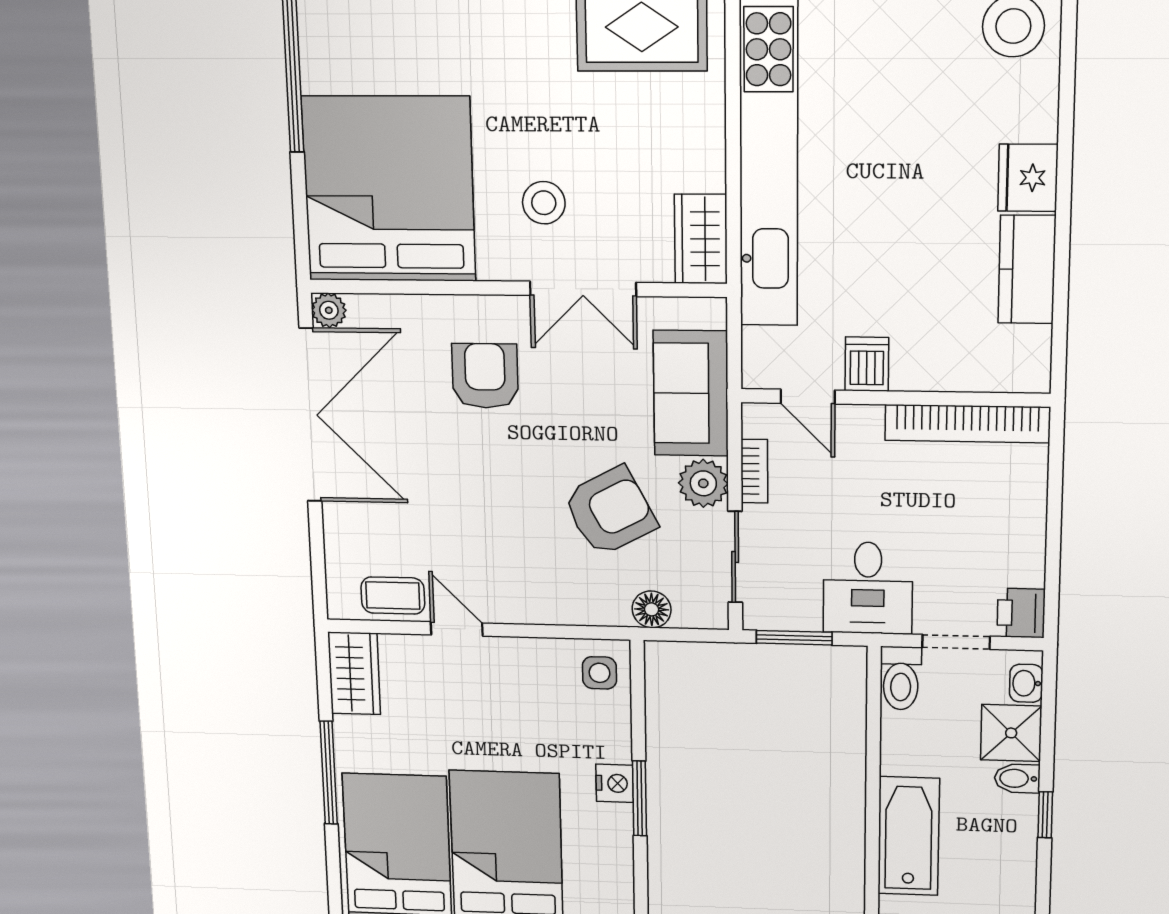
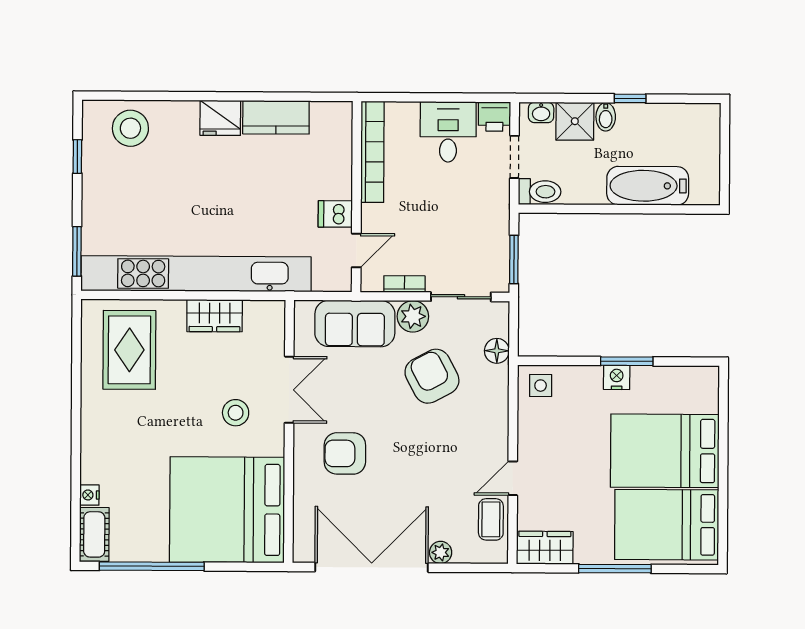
wardrobe: (701, 239) -> (215, 316), moved
plant: (329, 310) -> (441, 552), moved
desk: (868, 588) -> (448, 132), moved, turned -90

